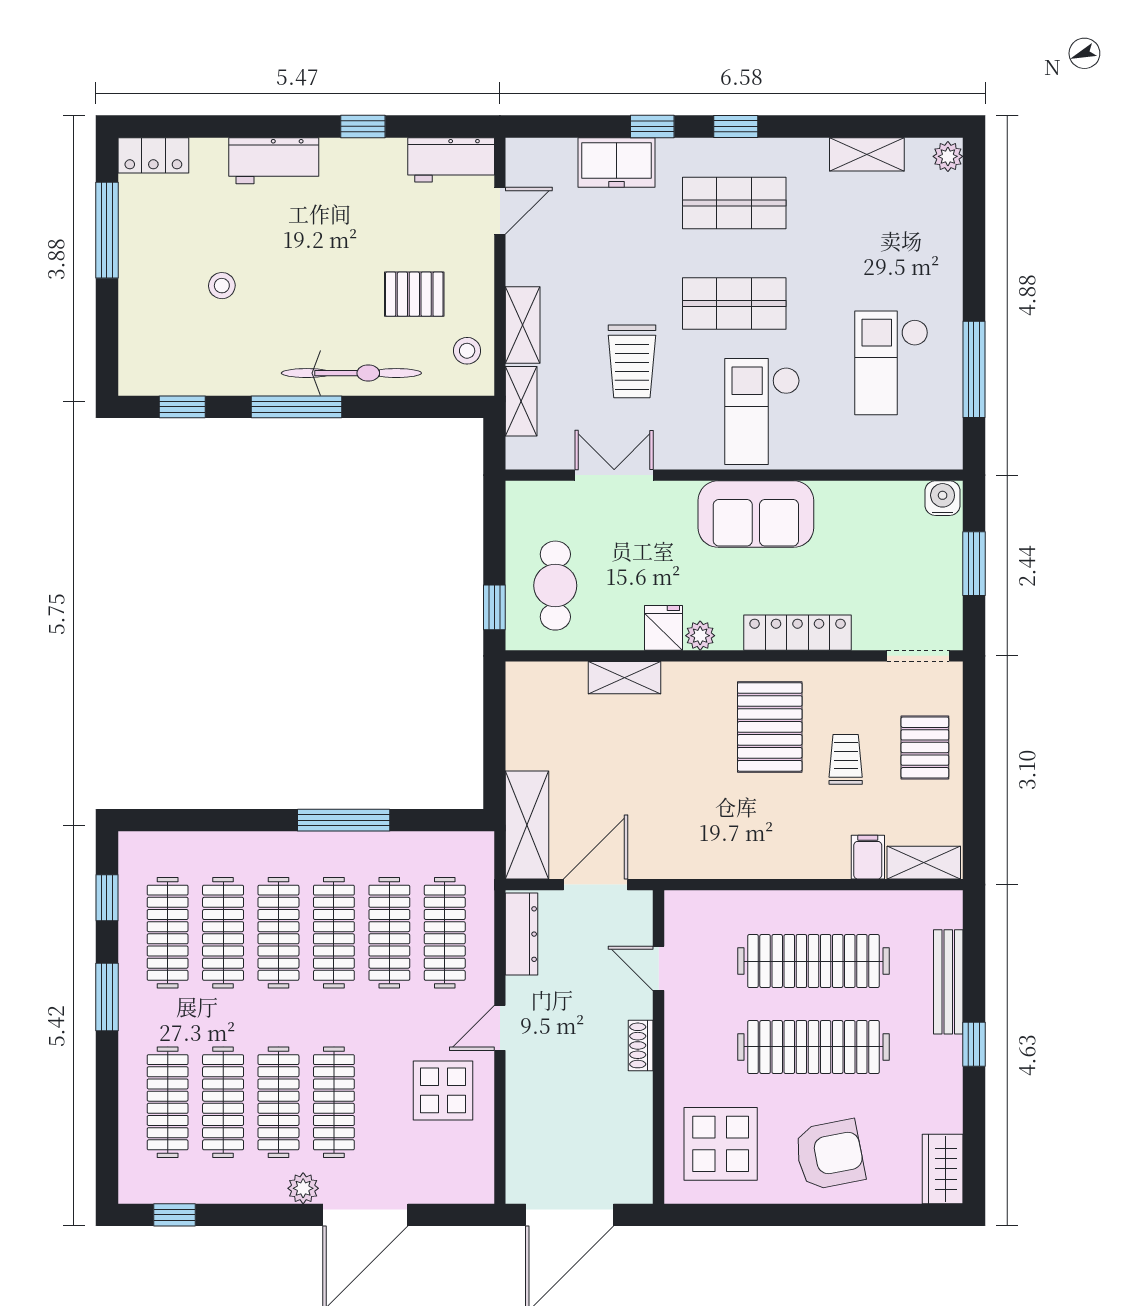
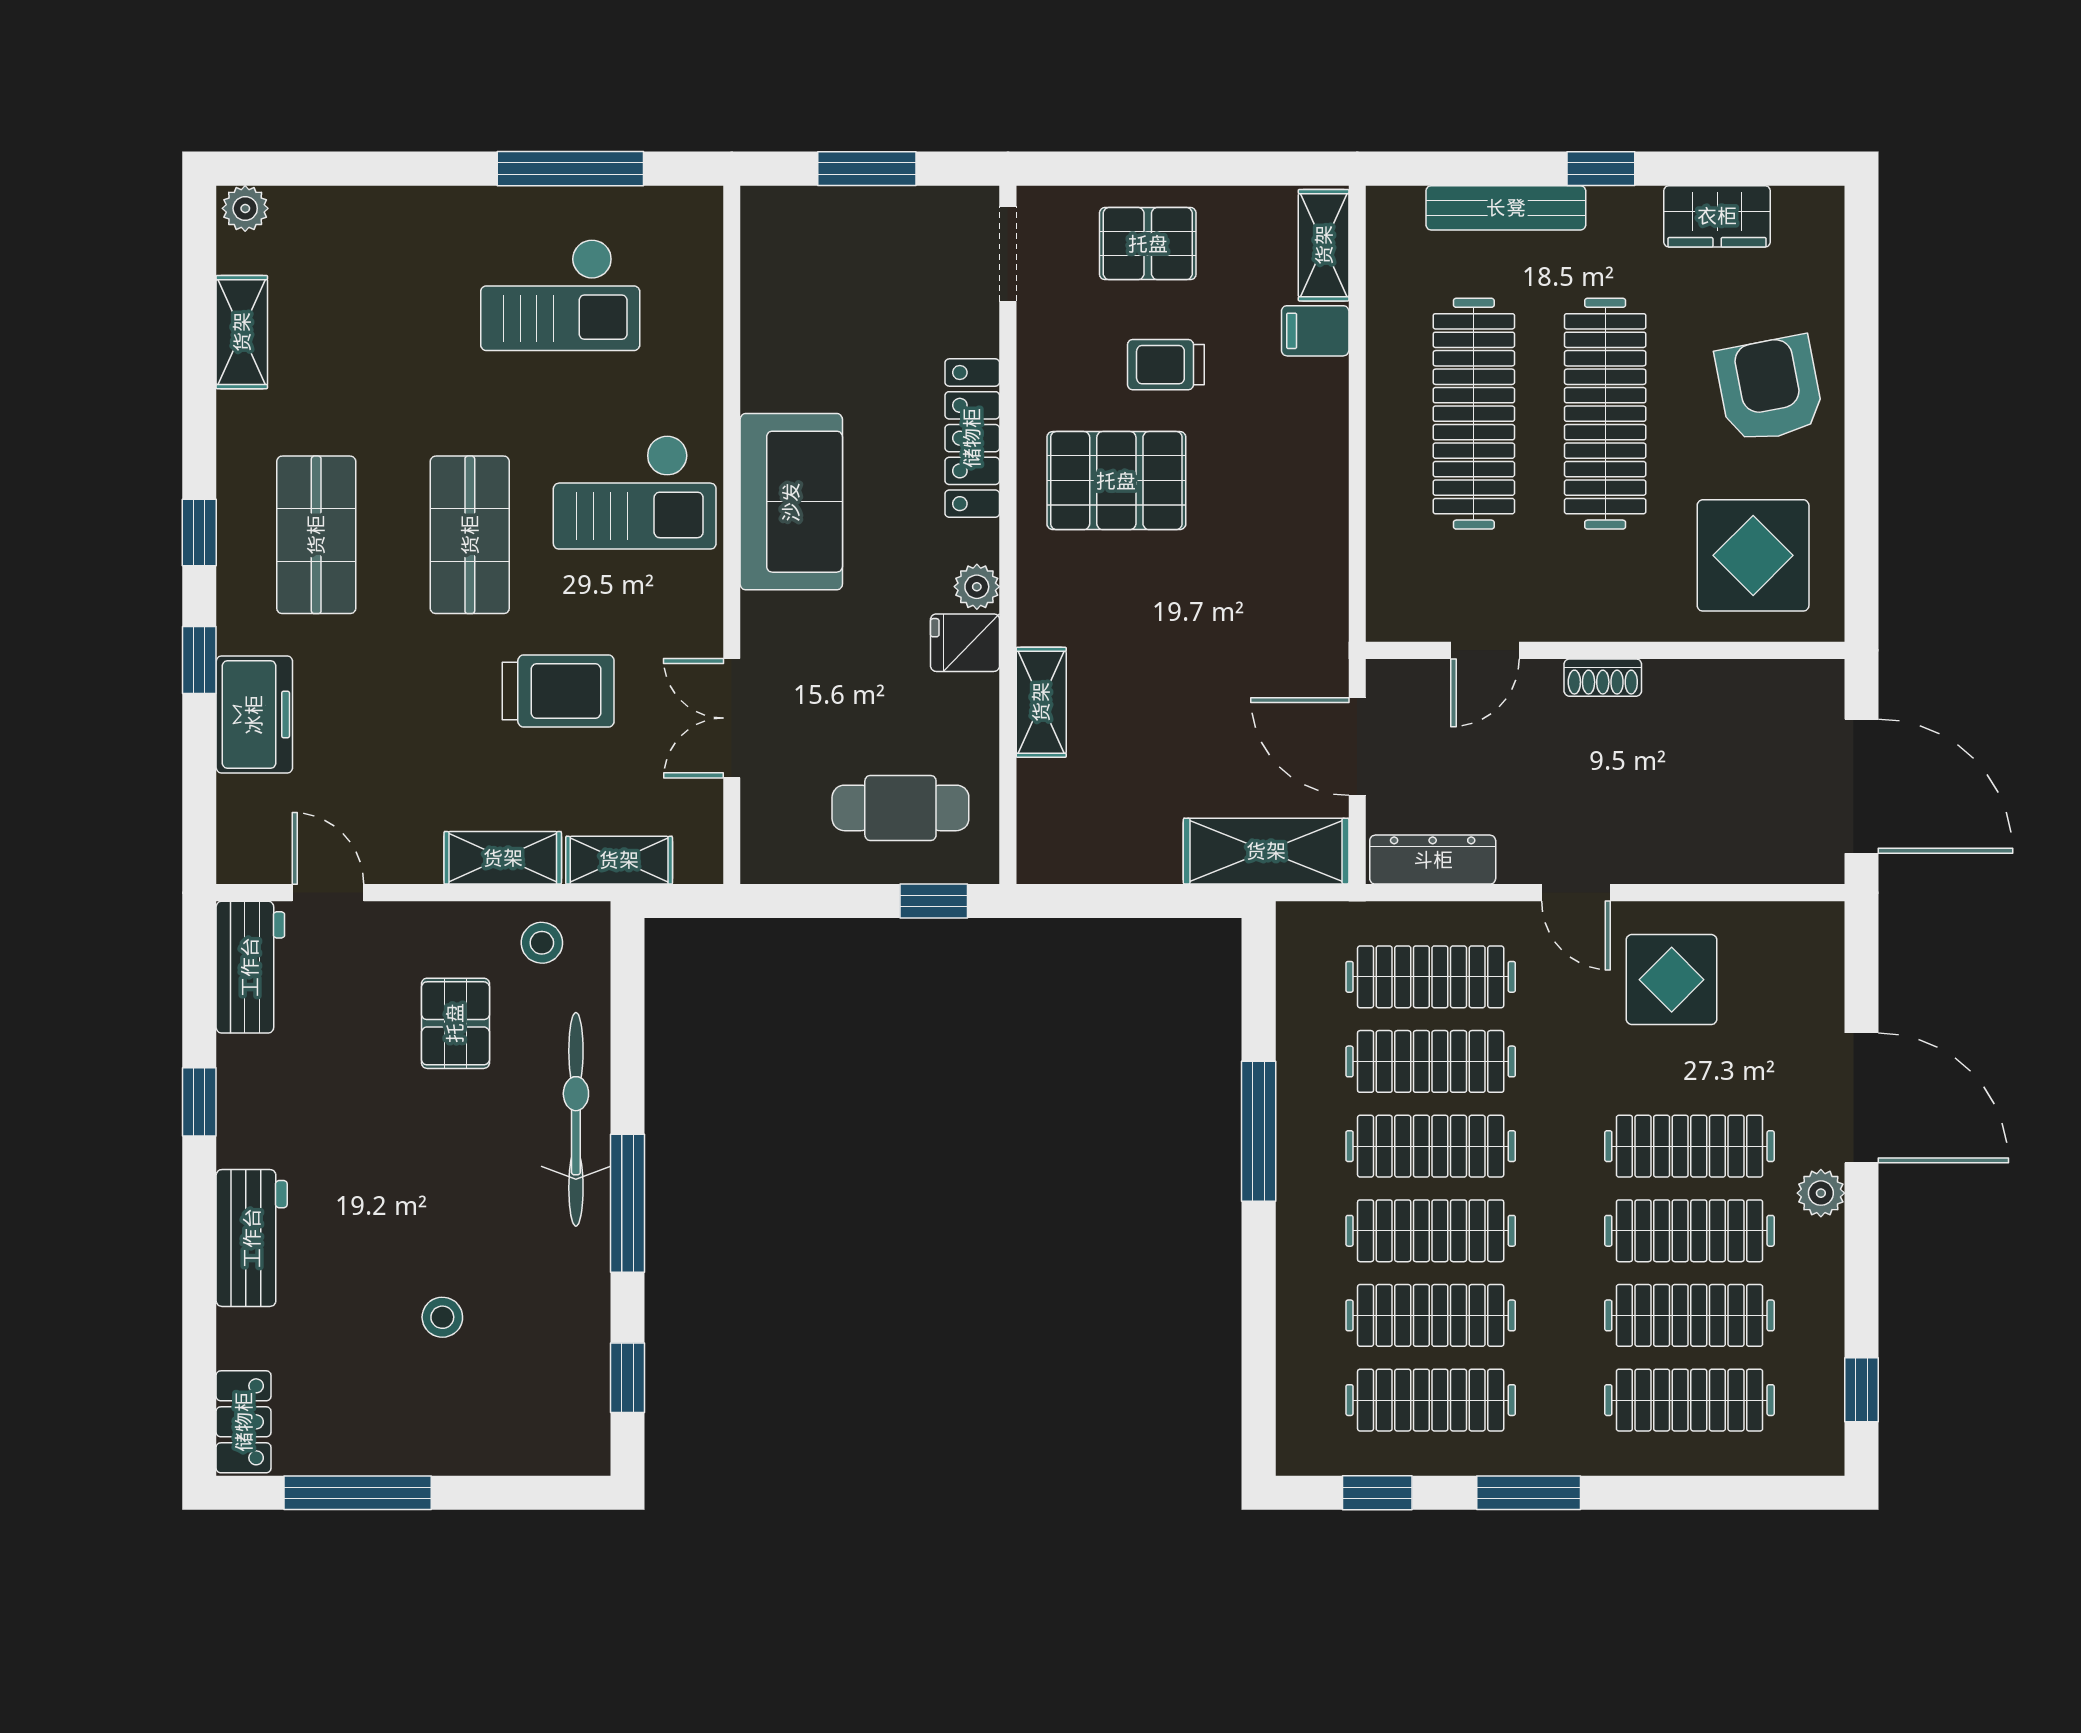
water cooler: (943, 498) -> (767, 217), removed
wardrobe: (943, 1169) -> (1717, 216), moved

